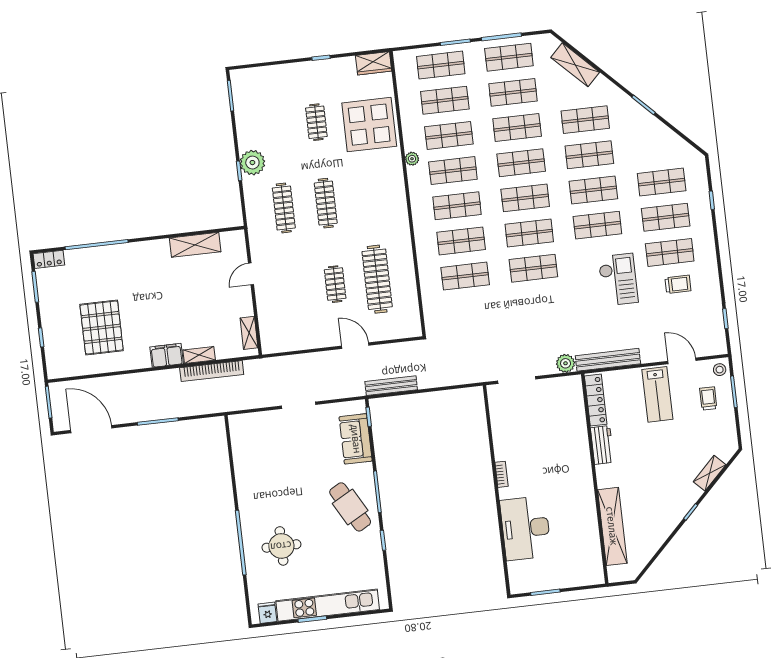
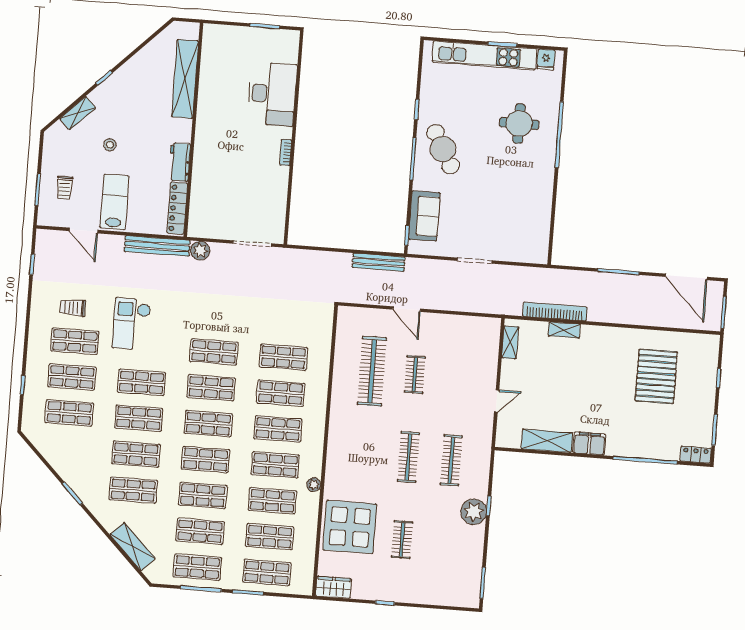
filing cabinet: (167, 355) -> (589, 444), moved, turned 180
stool: (720, 370) -> (110, 145), moved

